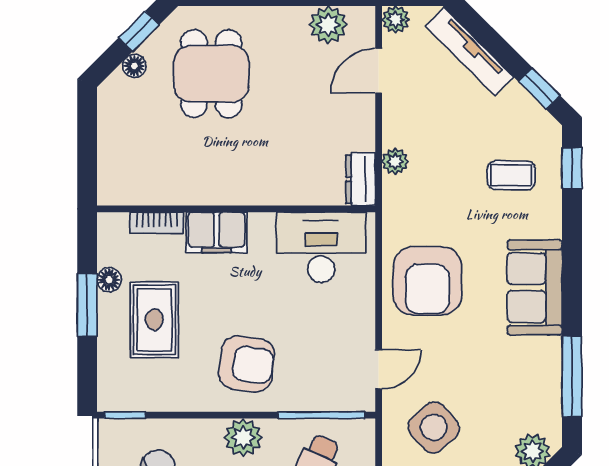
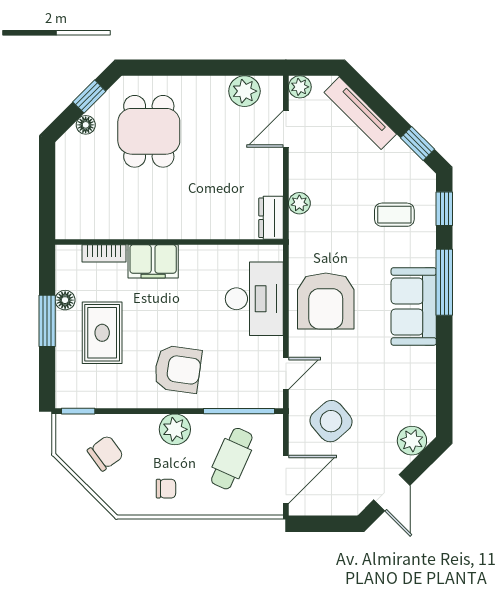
desk: (321, 247) -> (254, 299), moved, turned 90
window: (572, 377) -> (444, 282), moved

